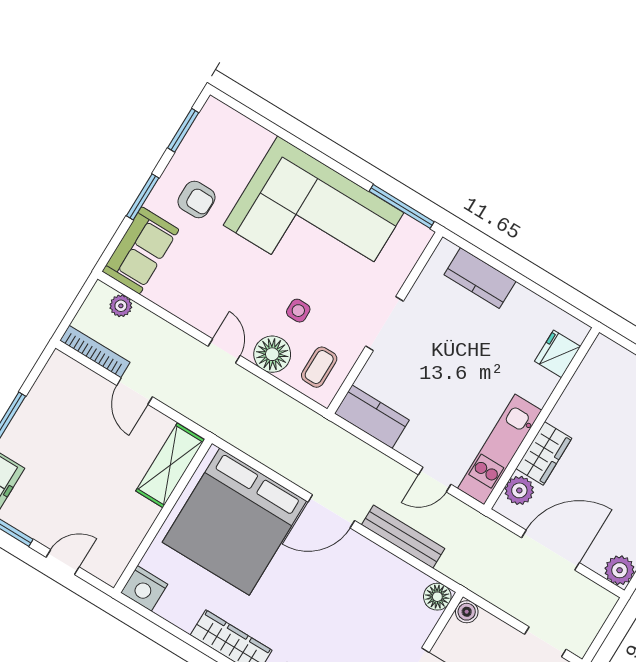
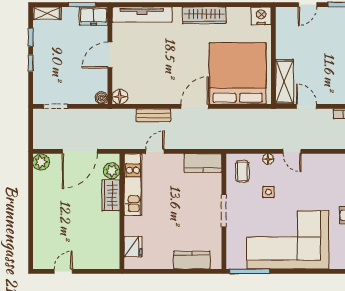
floor lamp: (272, 354) -> (268, 159), width x0.53, depth x0.53
door: (135, 391) -> (306, 106), moved
bench: (403, 537) -> (153, 115), width x0.73

